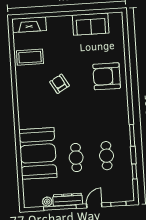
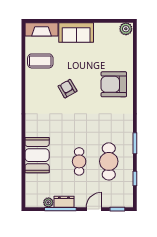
plant: (115, 19) -> (126, 29), added
sofa: (91, 24) -> (76, 32), moved
booth: (38, 153) -> (37, 155), width x0.73, depth x0.70
cafe table: (106, 156) -> (109, 161), width x1.37, depth x1.35
dresser: (68, 200) -> (64, 202), width x0.70

